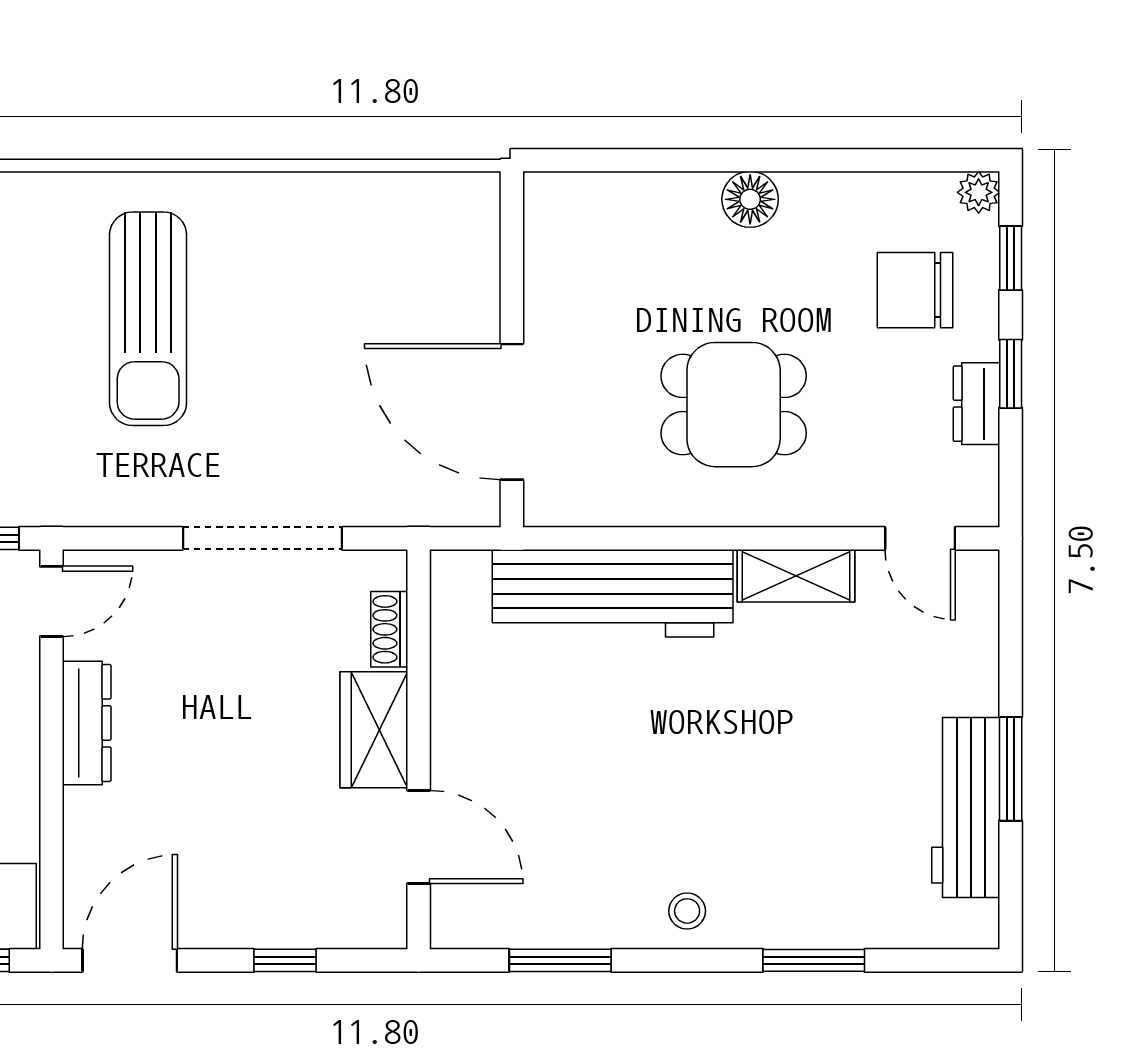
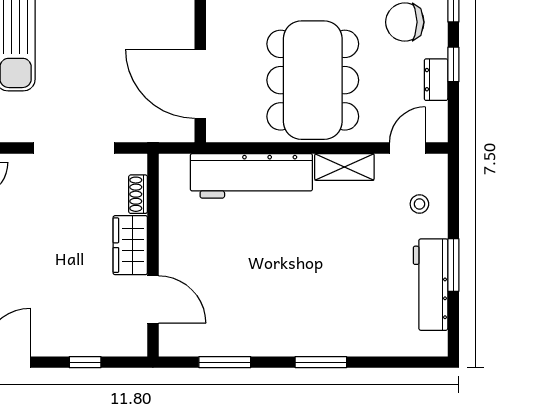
dining table: (734, 405) -> (313, 80), width x1.88, depth x1.24
door: (920, 538) -> (407, 148), swing flipped
stool: (687, 911) -> (419, 204), moved
window: (814, 960) -> (321, 362), moved

